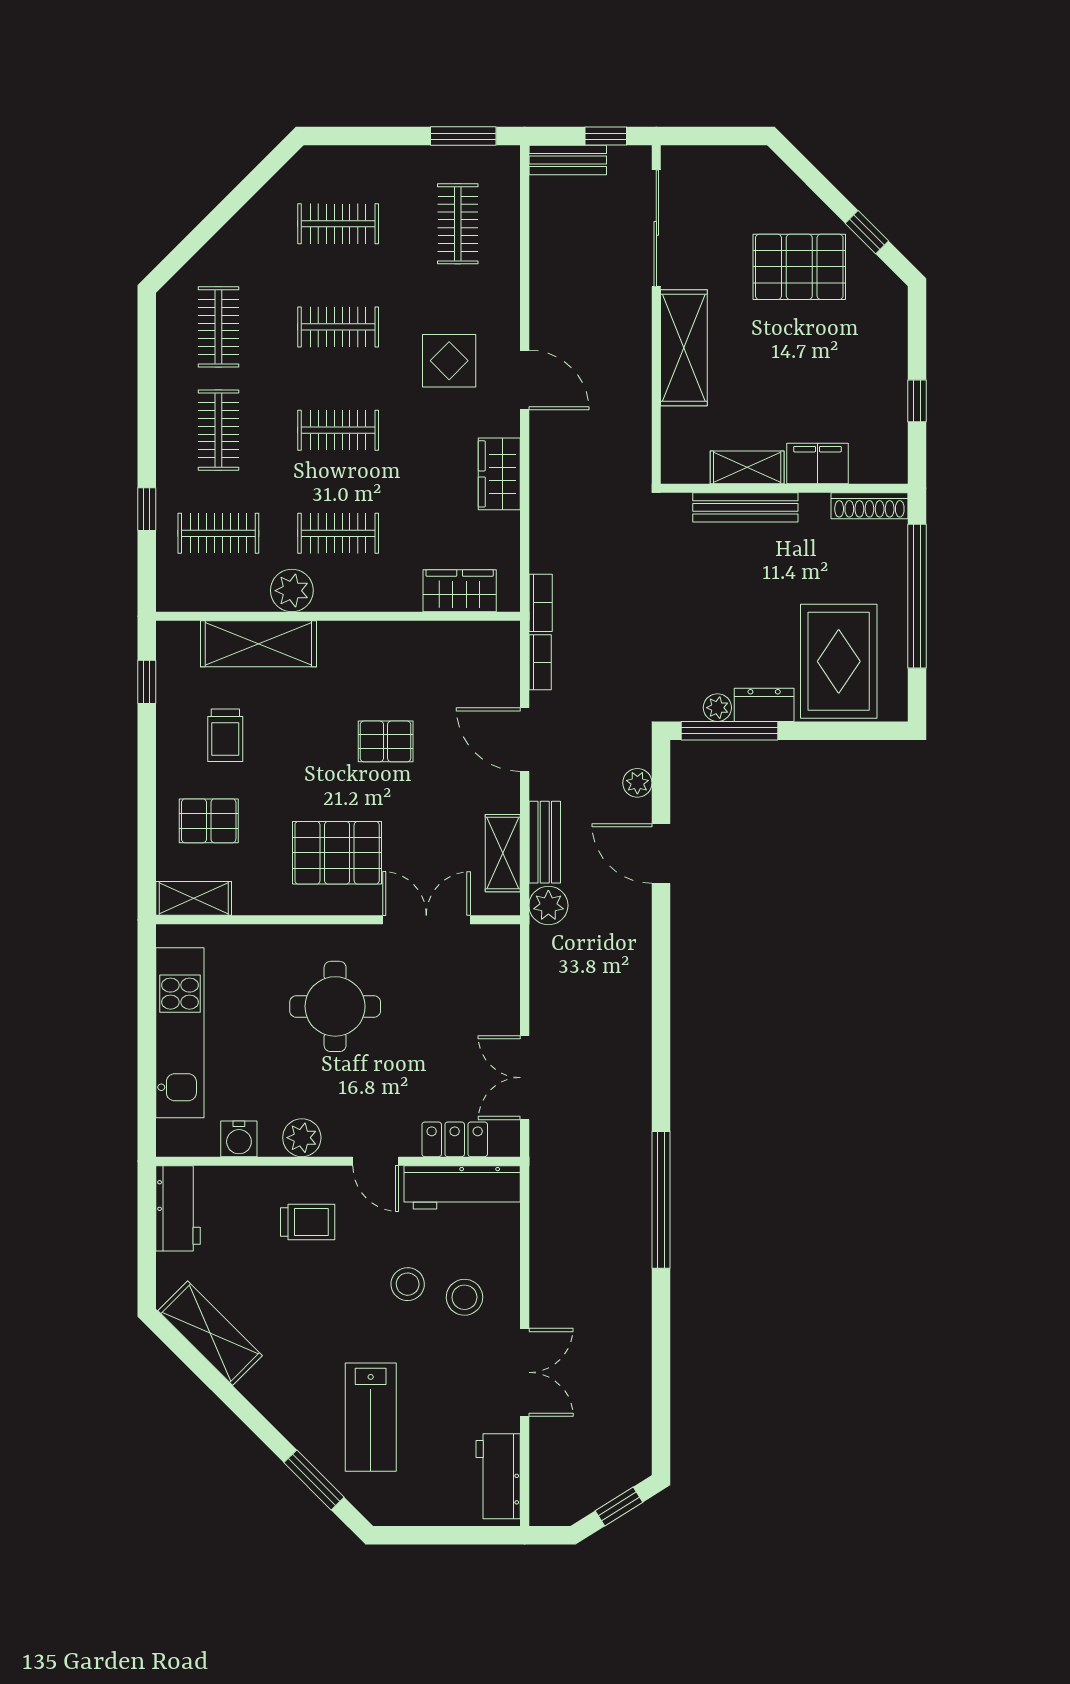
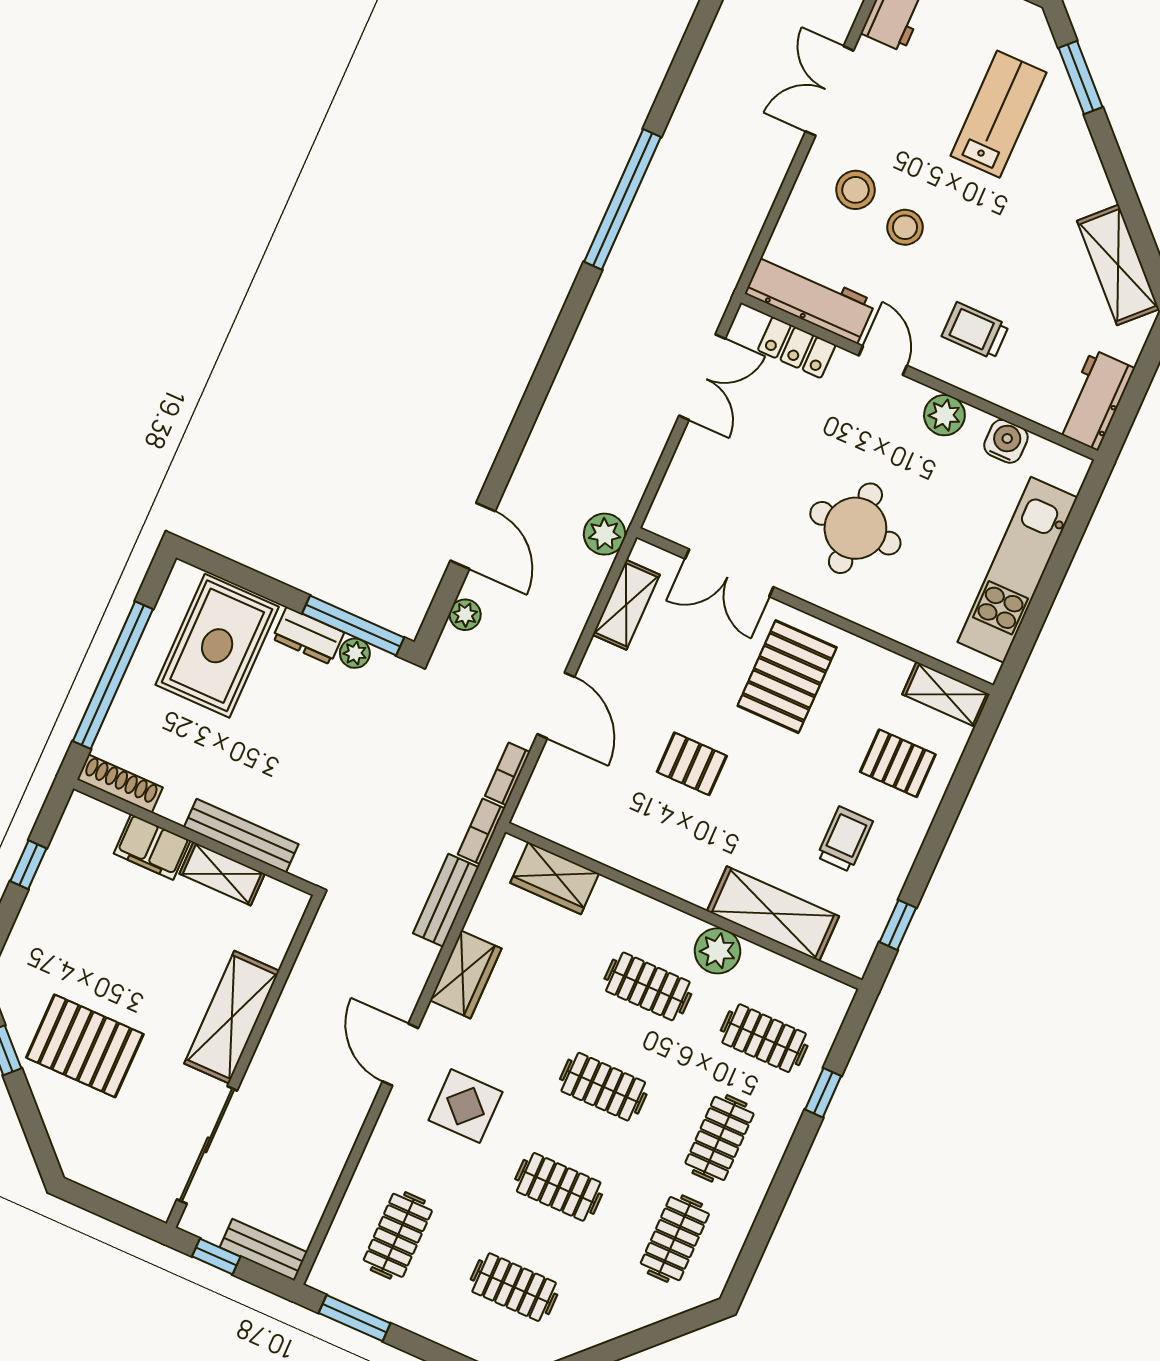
bench: (545, 842) -> (446, 900), moved
pallet: (337, 853) -> (787, 677), turned 90

